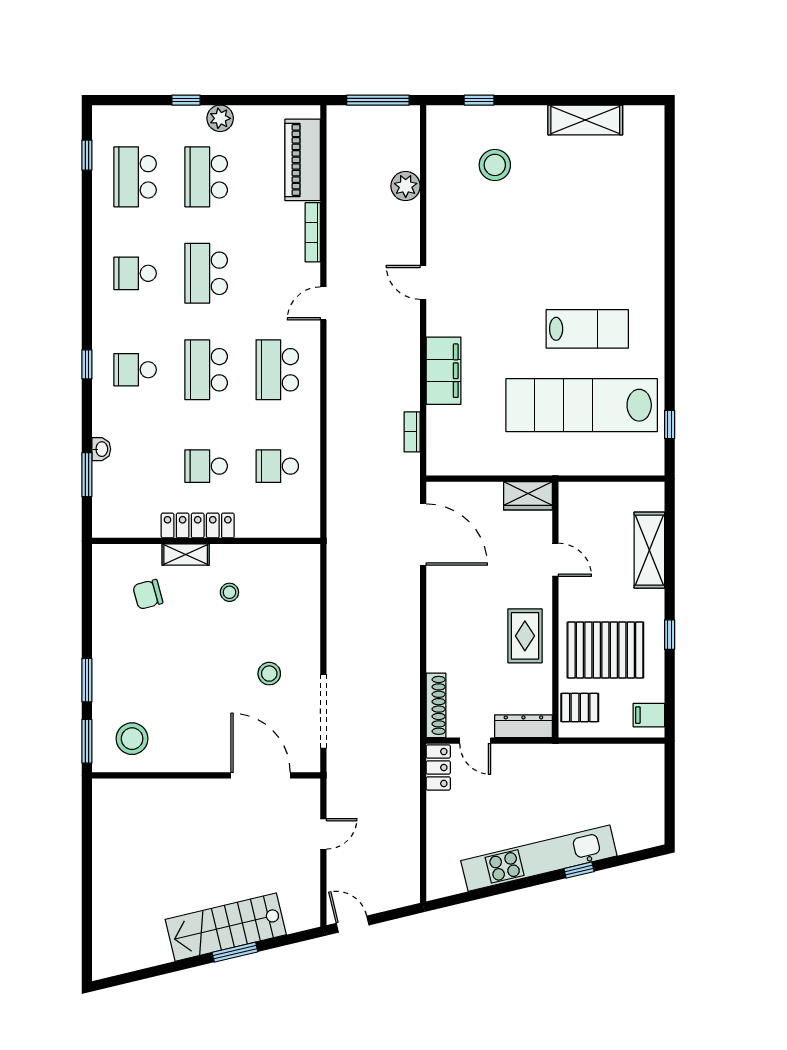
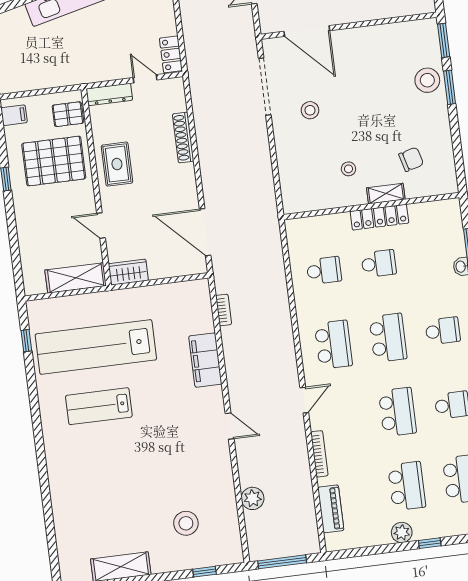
piano: (303, 160) -> (331, 509), width x0.73, depth x0.75
lab bench: (582, 405) -> (96, 347), turned 180
shelving: (649, 550) -> (76, 278), moved, turned 90
shoe rack: (436, 705) -> (183, 138), moved
stool: (132, 739) -> (427, 80), moved

